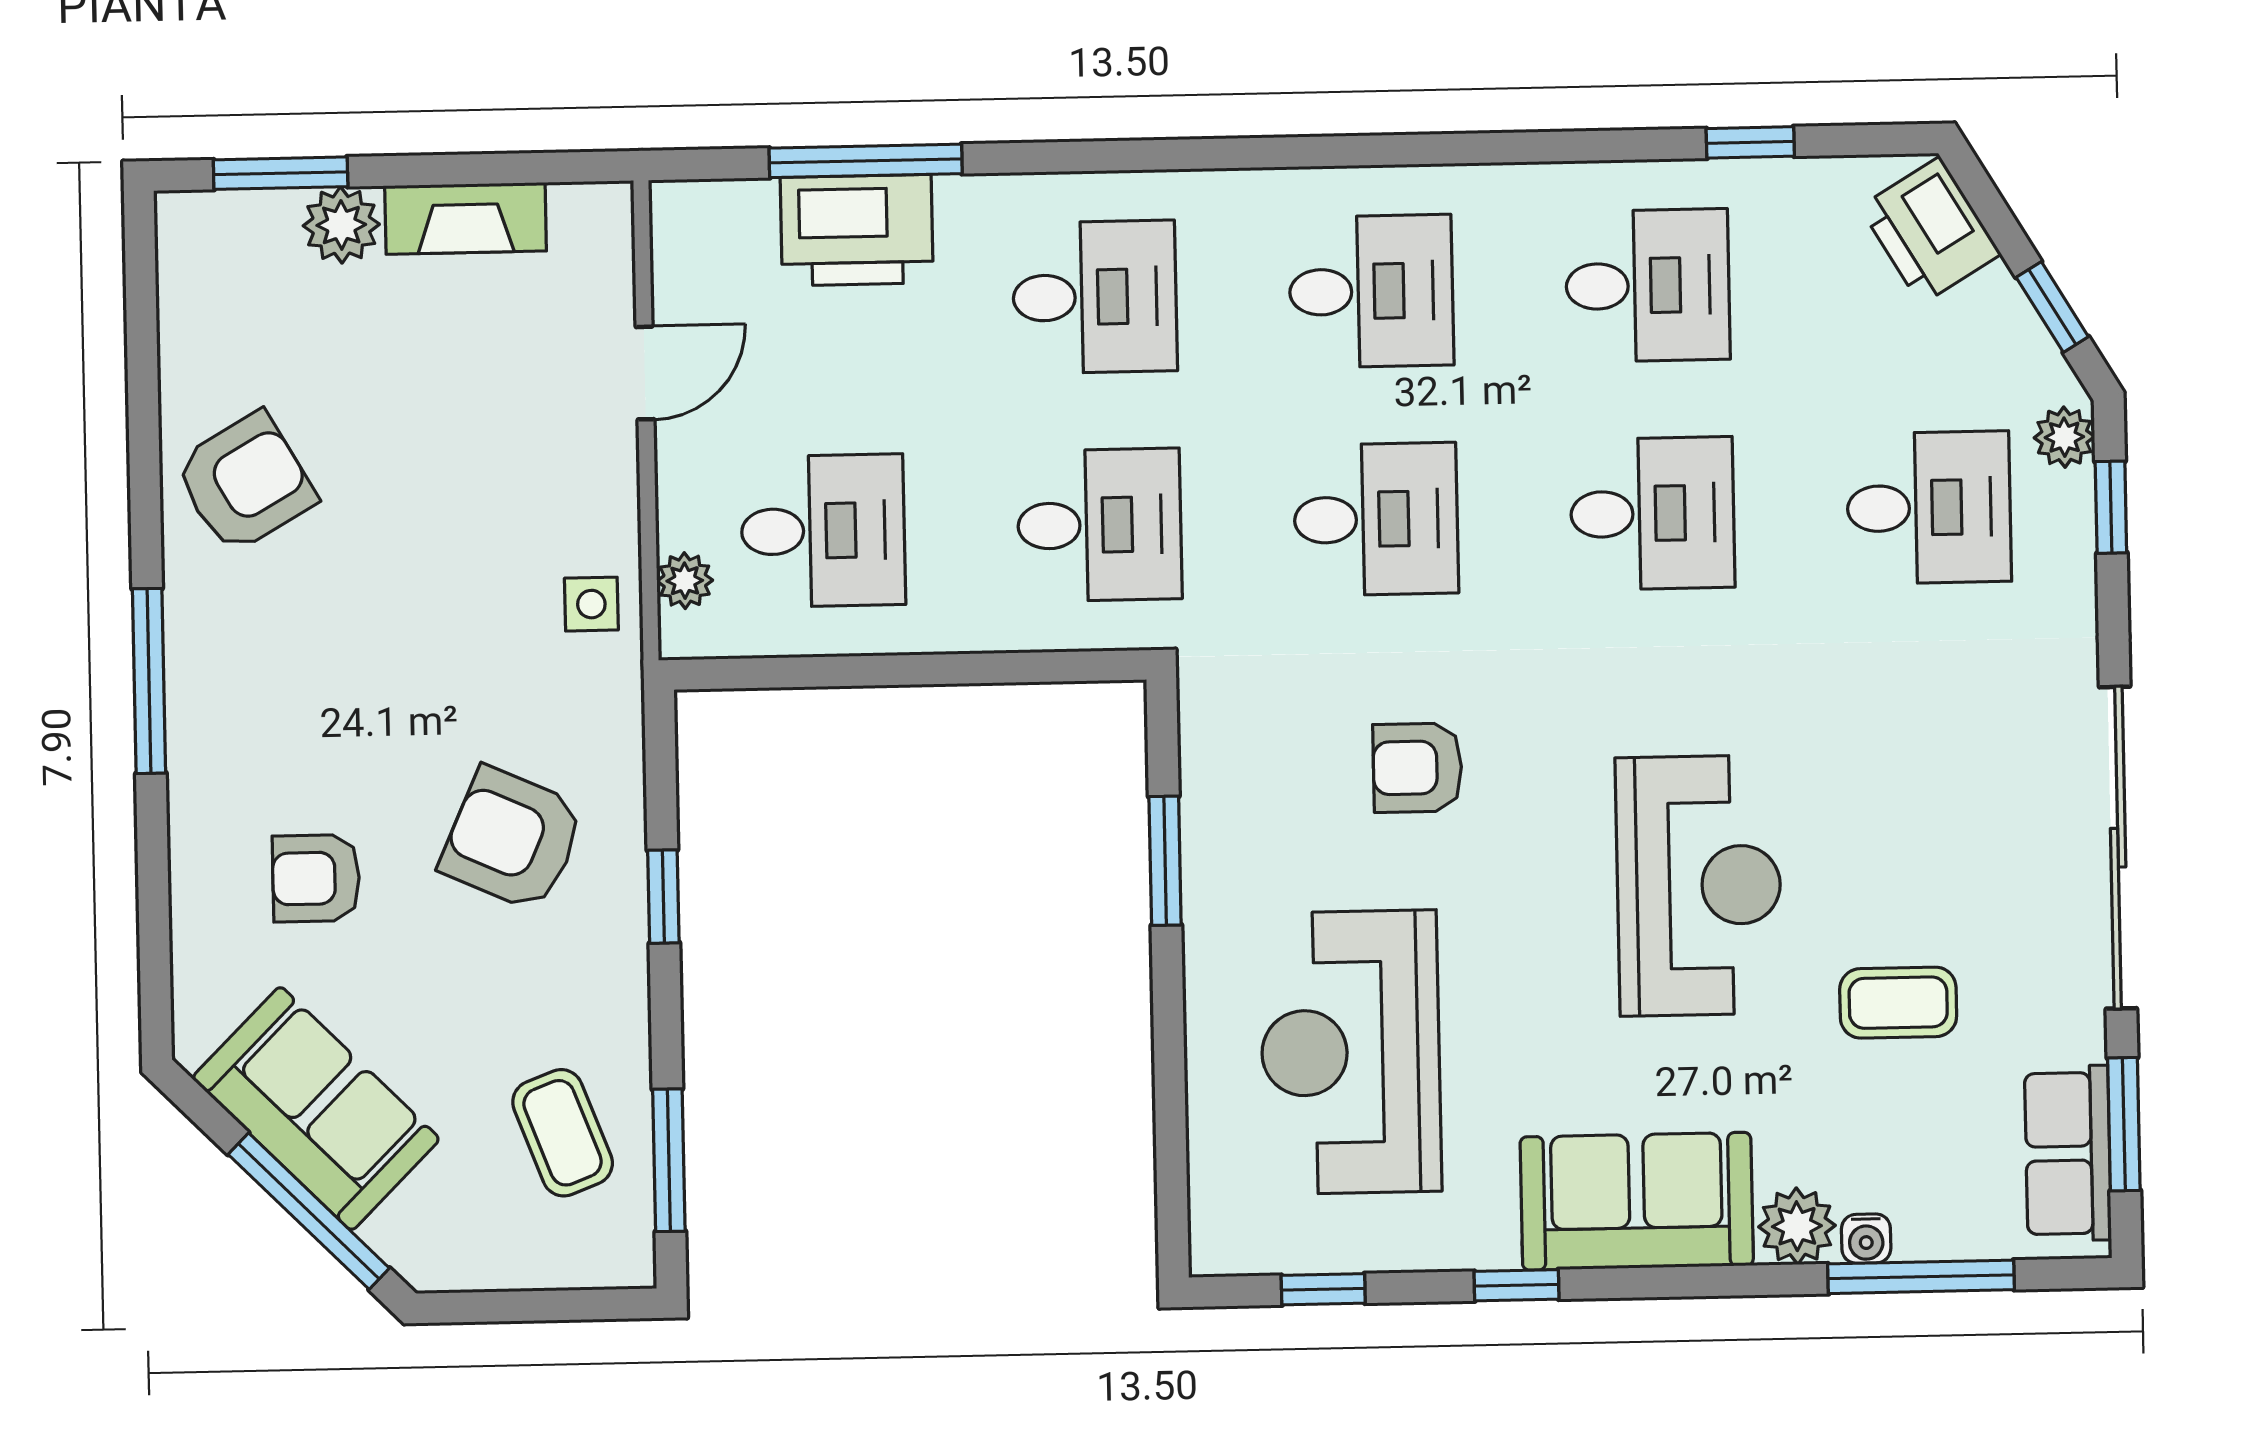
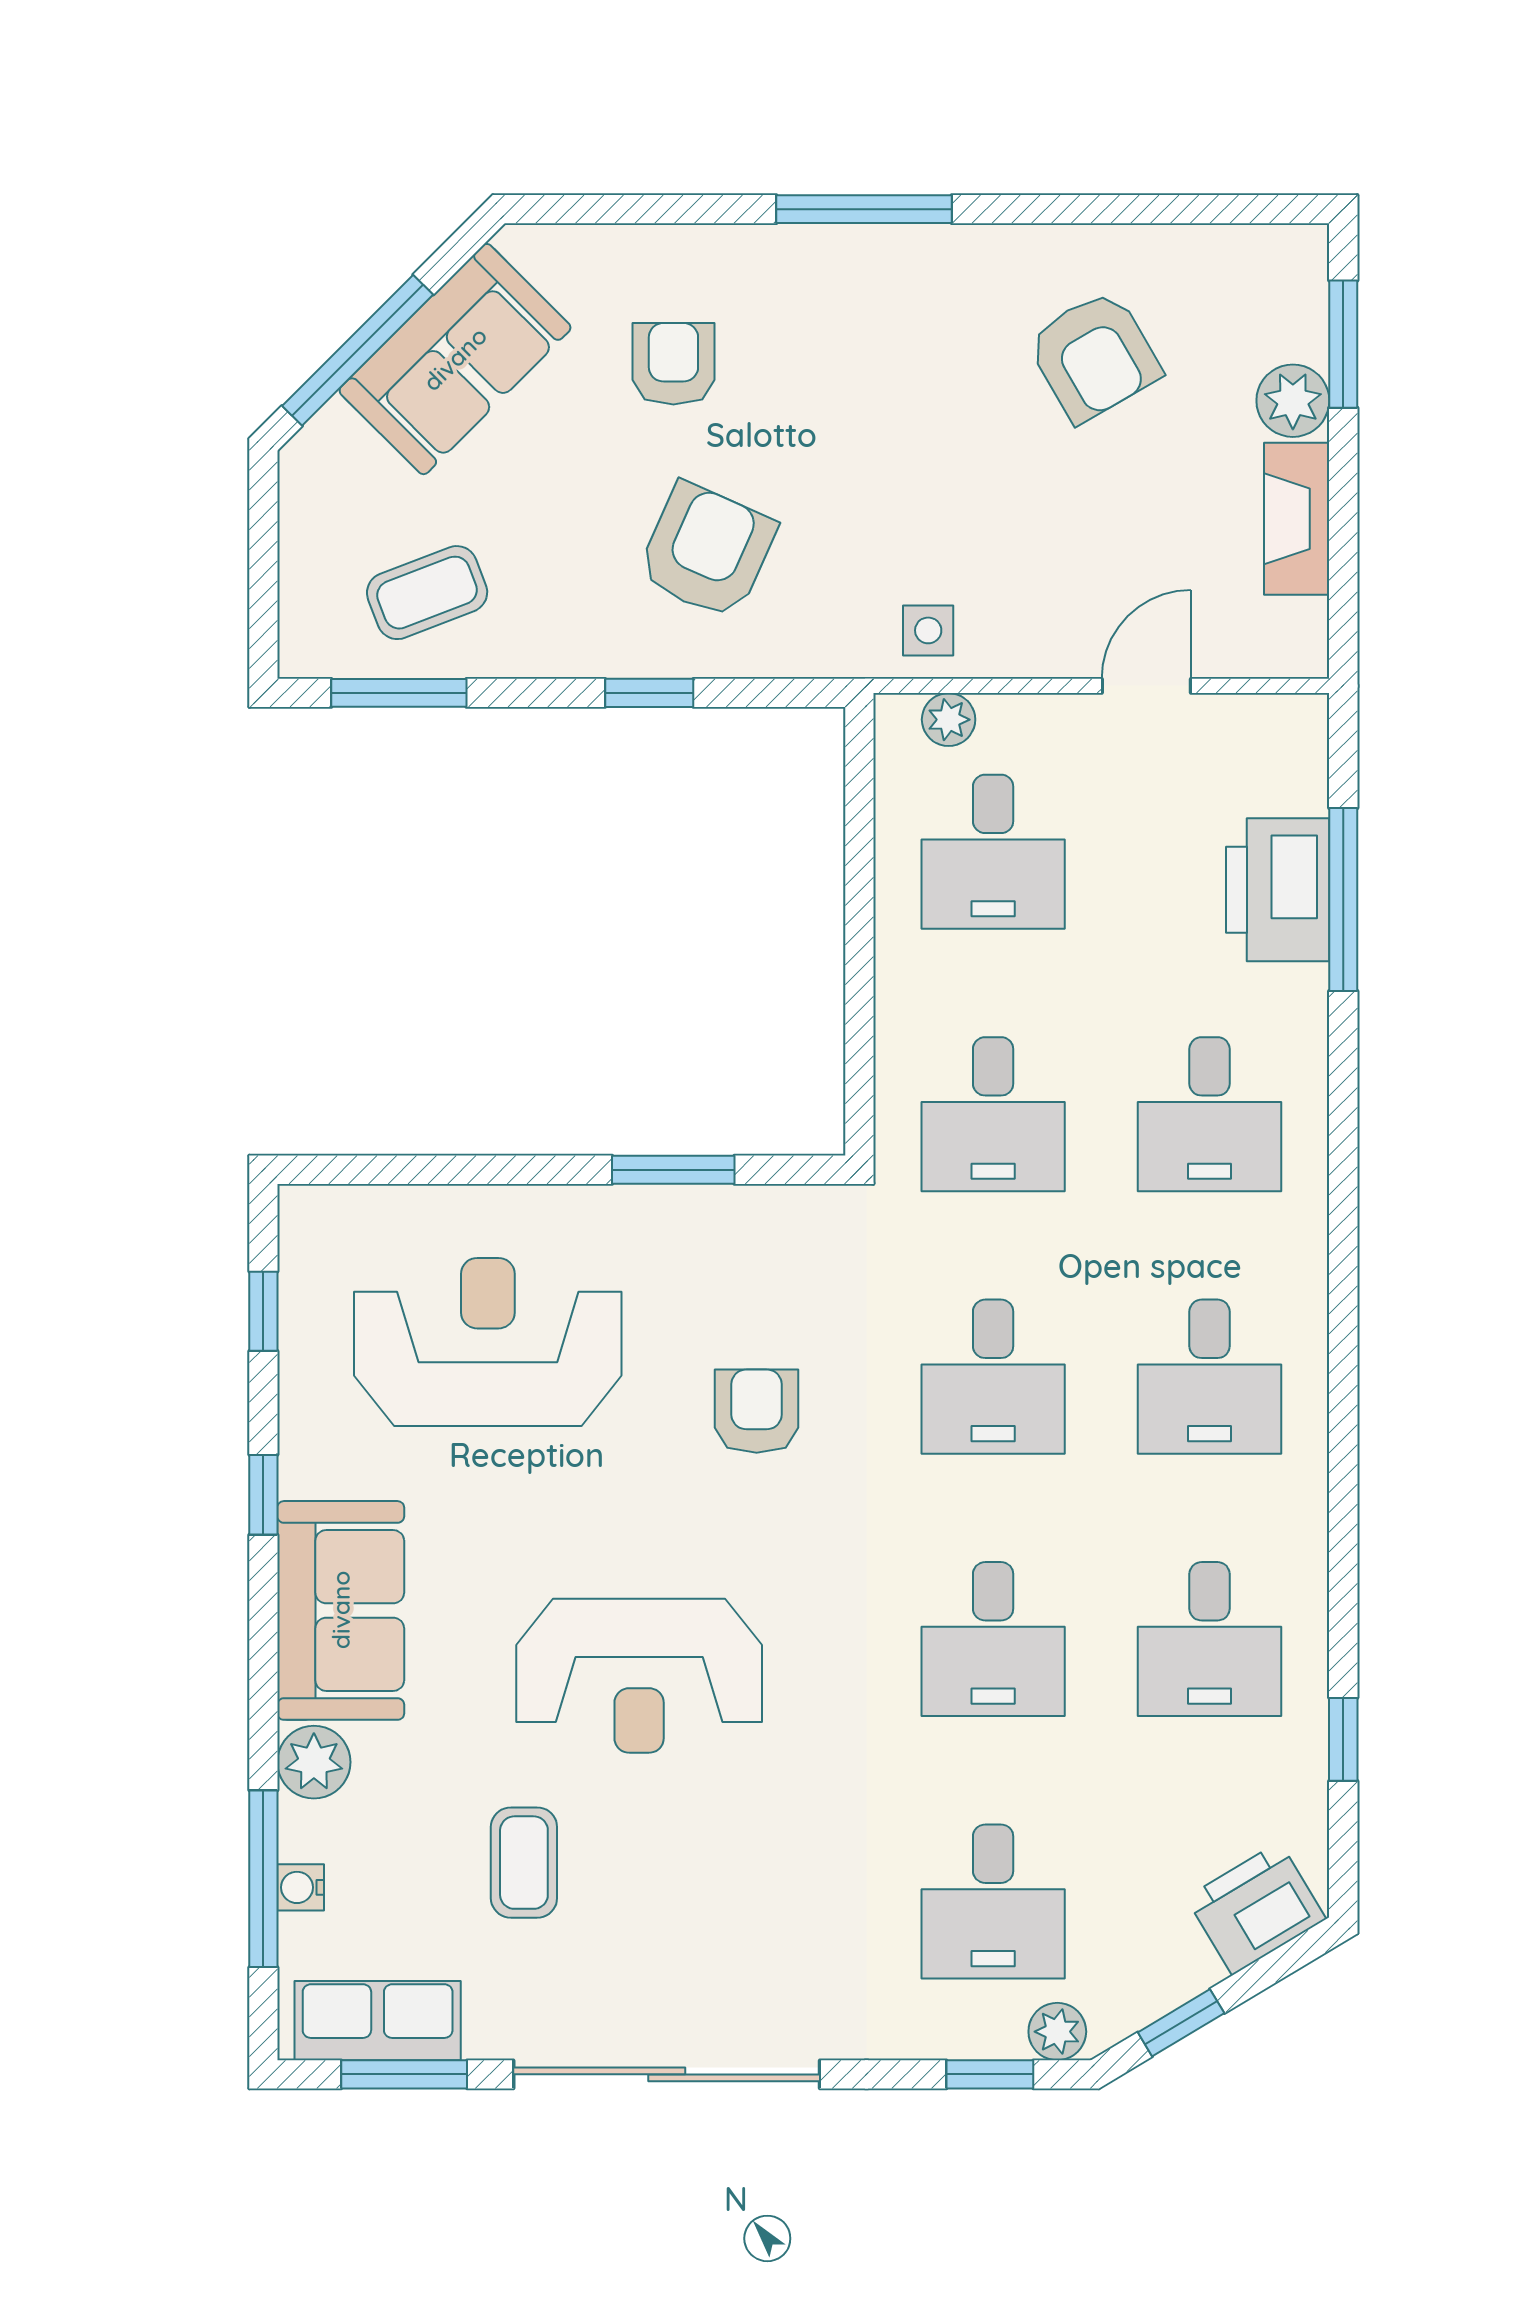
door: (645, 373) -> (1146, 686), swing flipped
armchair: (245, 483) -> (1094, 356), moved
water cooler: (1866, 1239) -> (301, 1887), moved

